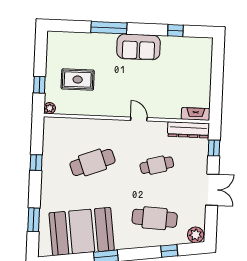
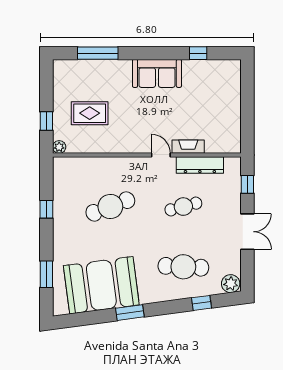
window: (109, 28) -> (98, 53), moved
fireplace: (196, 114) -> (188, 147), moved
dresser: (188, 130) -> (200, 165), moved

